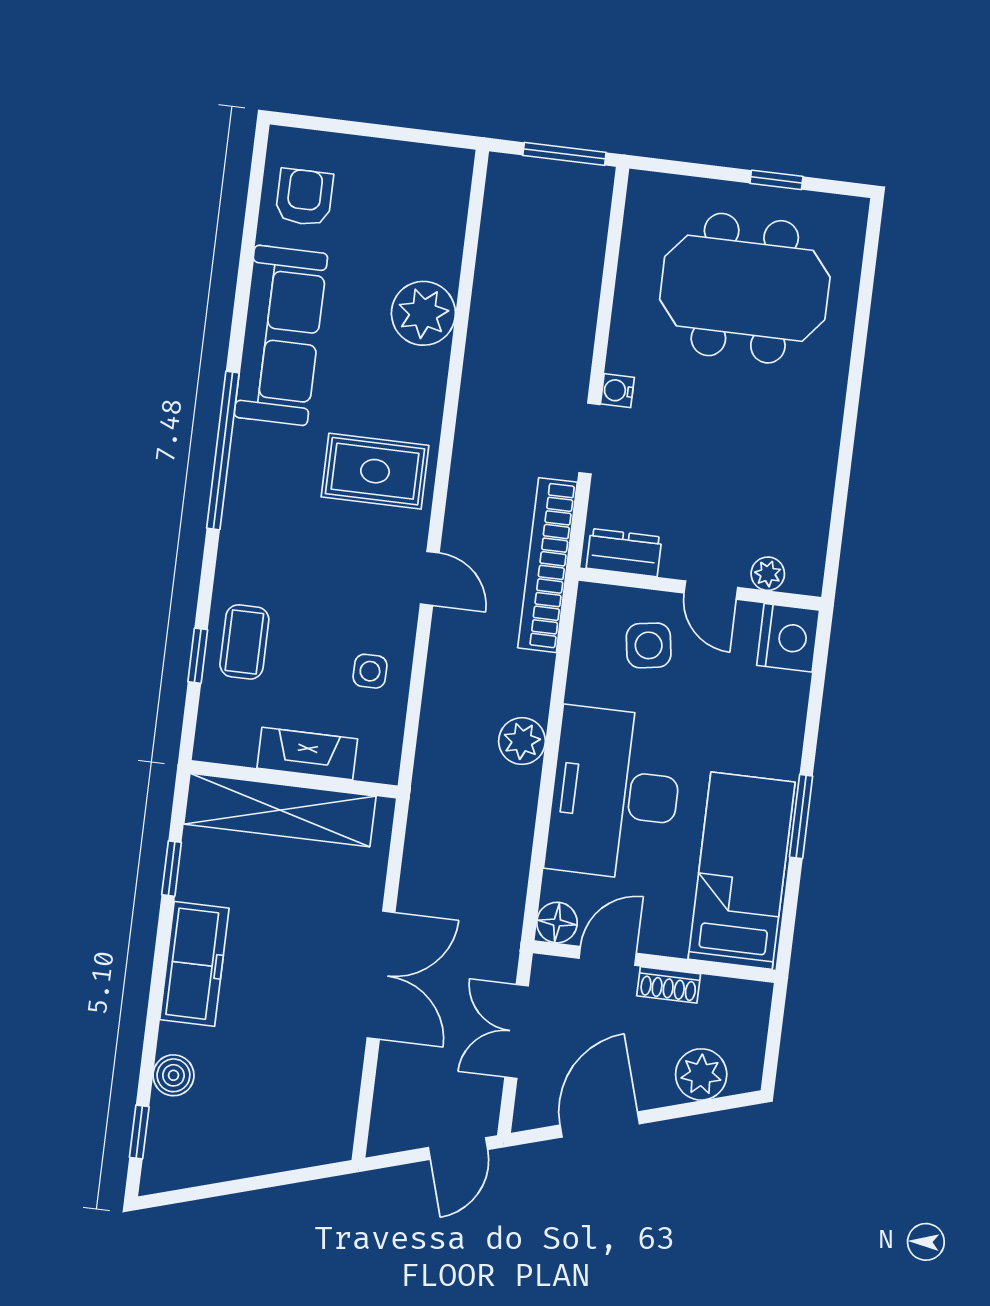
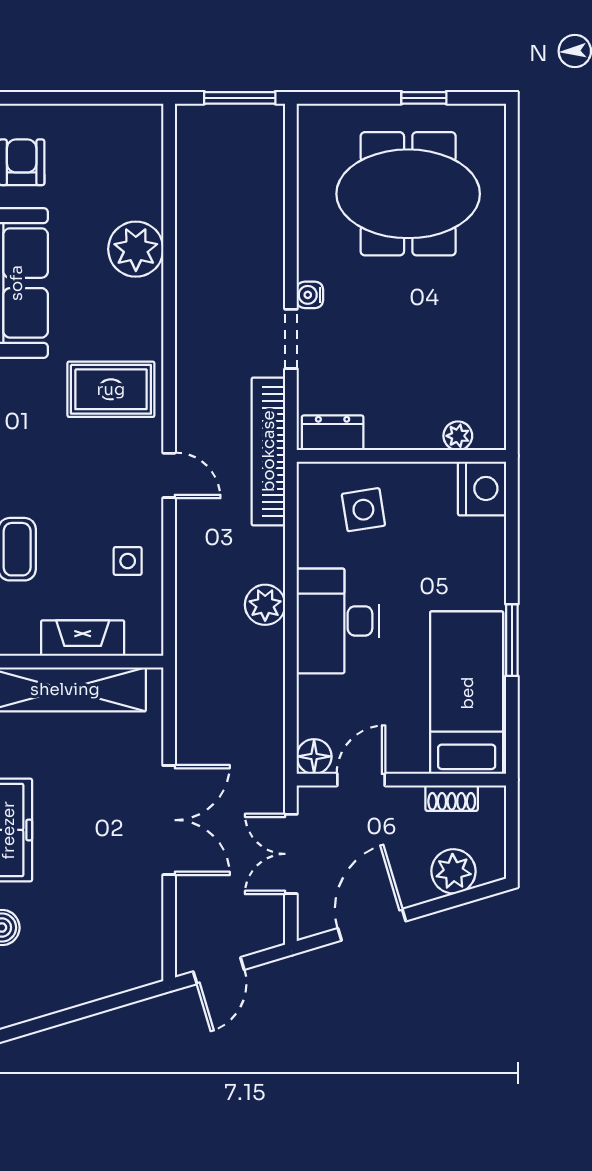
door: (711, 590) -> (411, 456), removed
desk: (615, 794) -> (338, 621), width x0.73, depth x0.77
shoe rack: (669, 985) -> (452, 798), moved
door: (458, 1149) -> (219, 971), moved

